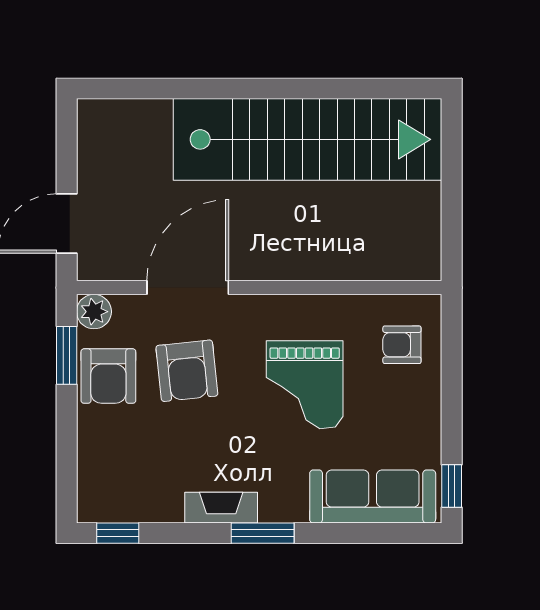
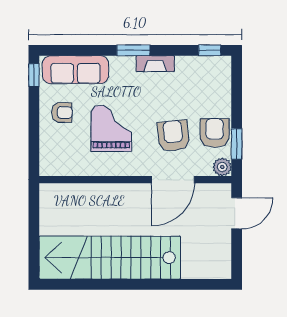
armchair: (402, 345) -> (62, 112), moved

